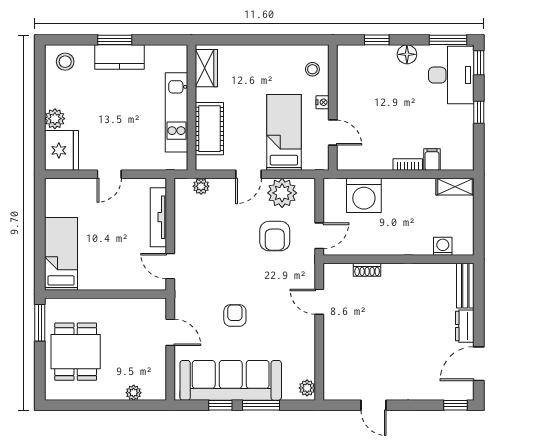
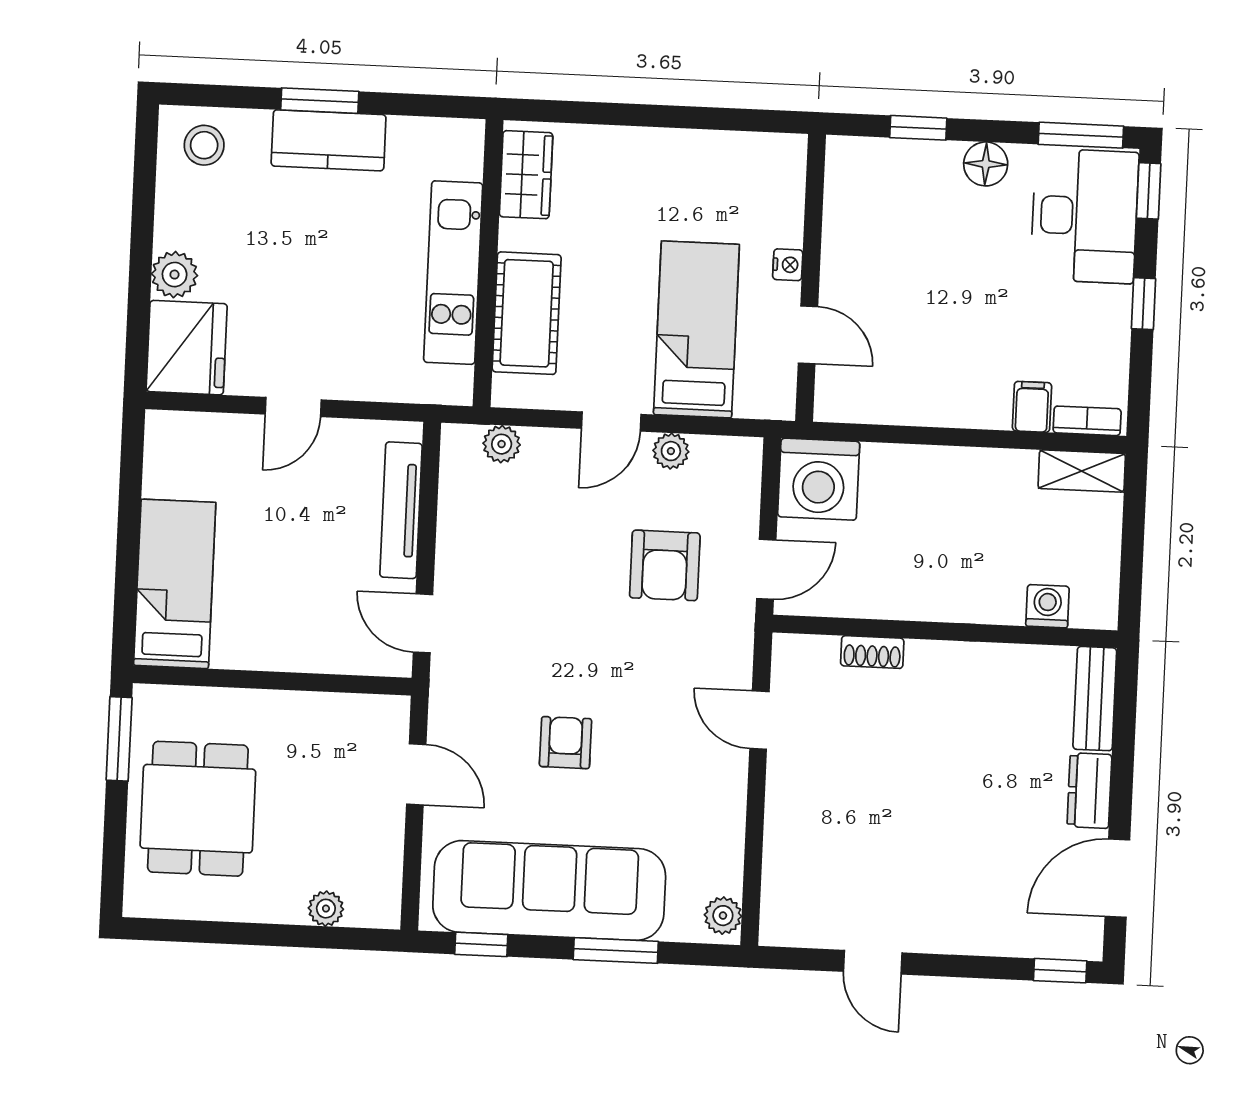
stool: (312, 69) -> (768, 188), removed
bookcase: (408, 165) -> (1087, 421), moved
plant: (282, 193) -> (671, 451), width x0.53, depth x0.53
washing machine: (364, 195) -> (819, 479), moved
window: (220, 405) -> (481, 944), moved

